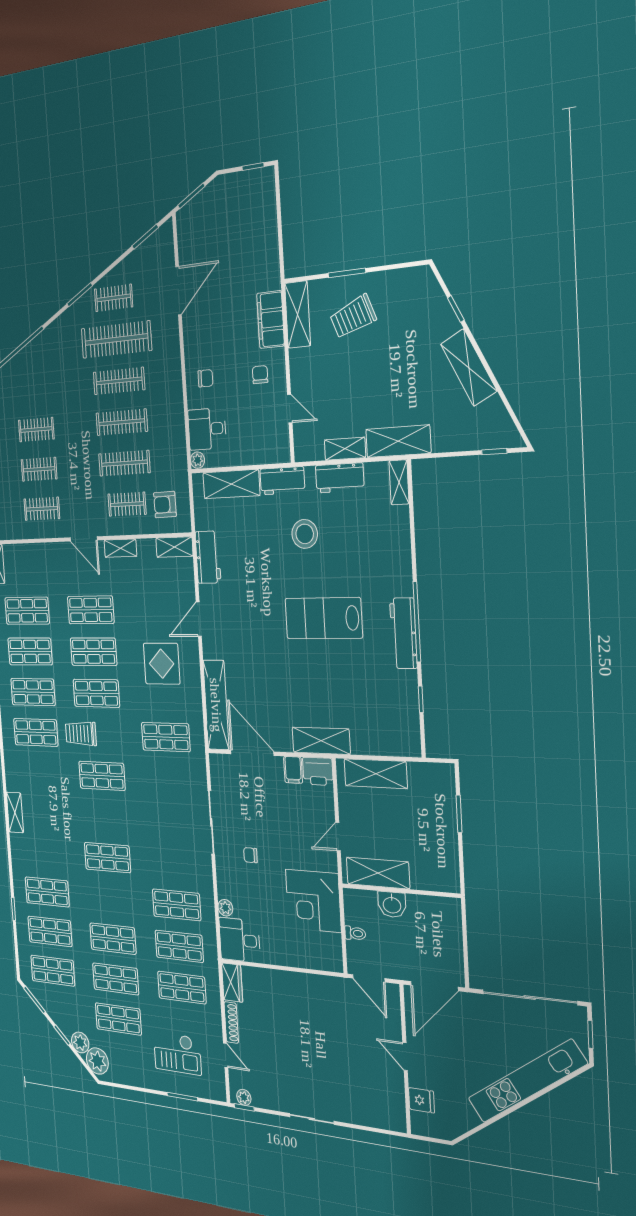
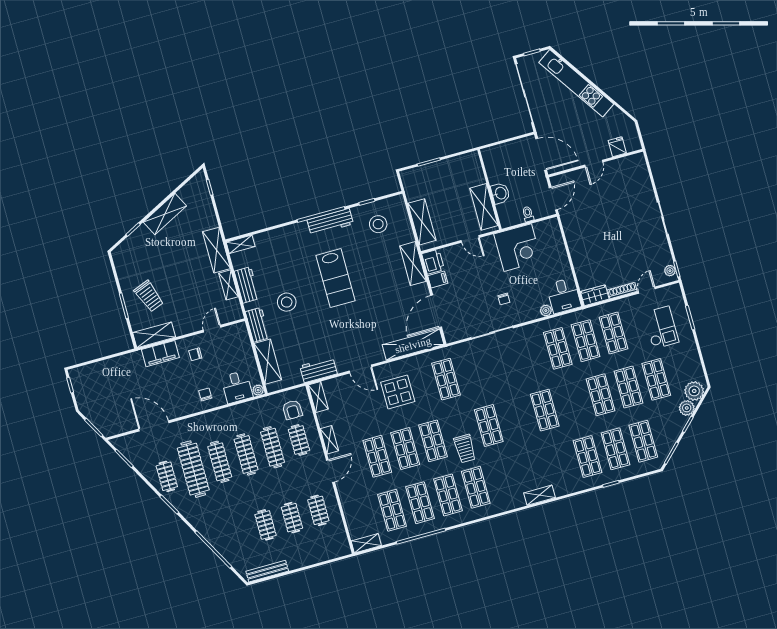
stool: (385, 706) -> (378, 224), added

